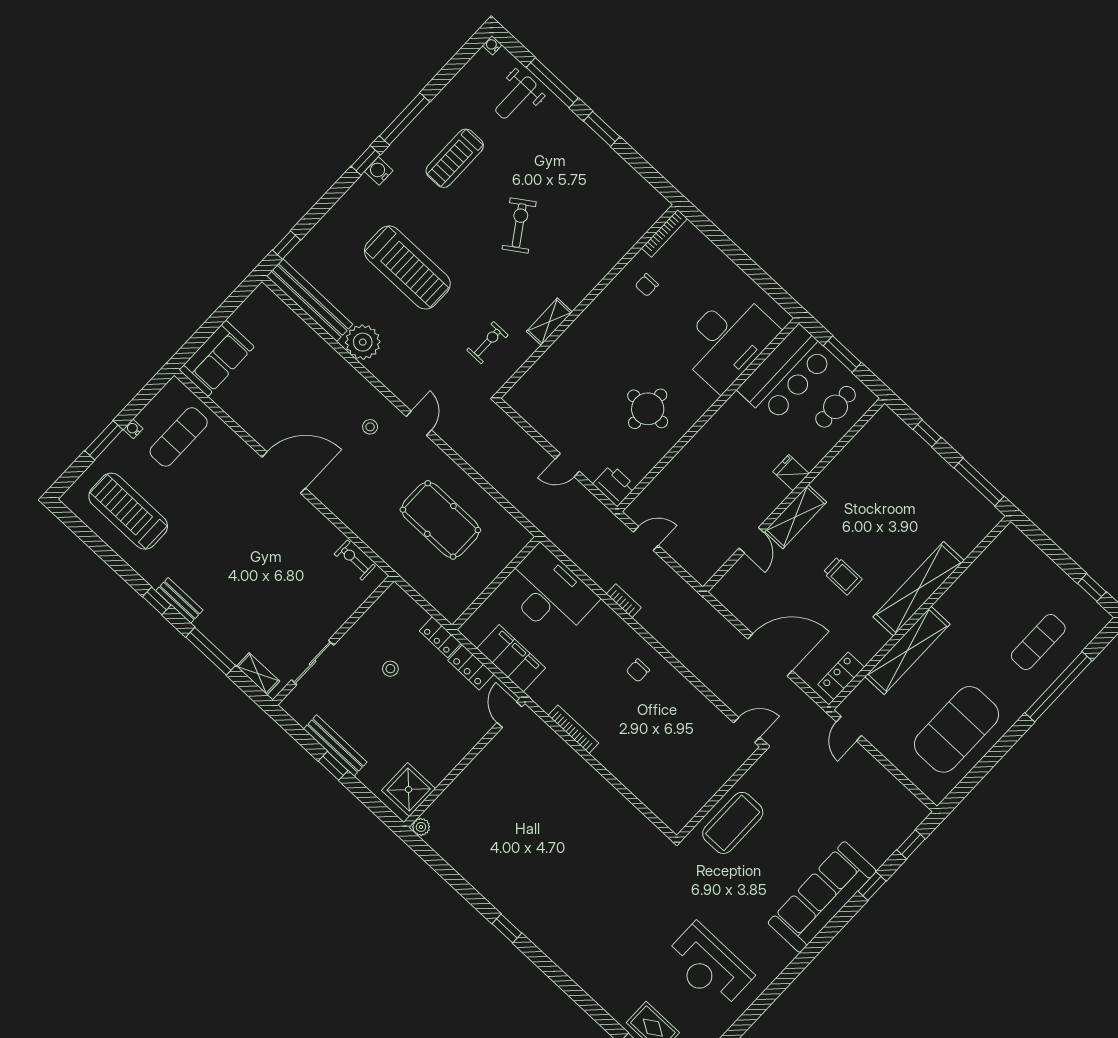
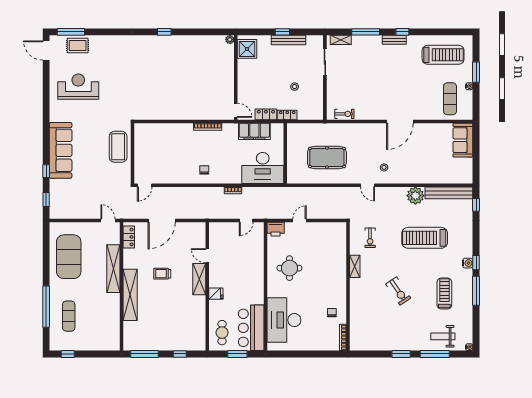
weight bench: (516, 97) -> (443, 336), turned -90

